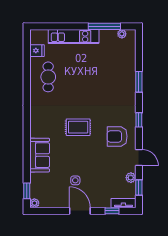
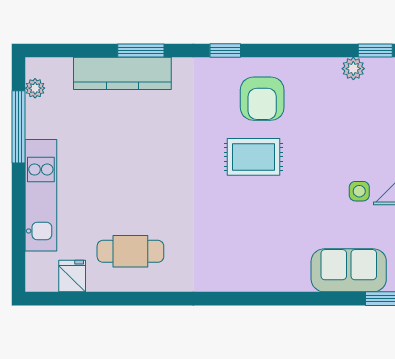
kitchen counter: (129, 73) -> (122, 73), added
rug: (78, 127) -> (254, 157), moved, turned 90
sofa: (40, 155) -> (349, 270), moved
door: (139, 158) -> (309, 50), removed

